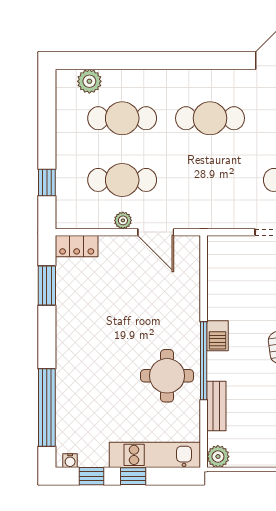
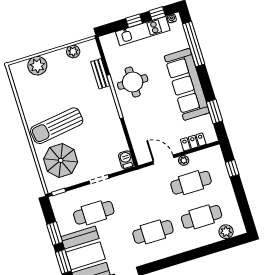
locker: (77, 246) -> (193, 142), moved
barbecue: (217, 336) -> (126, 160), moved
sofa: (79, 344) -> (187, 84), added
kitchen unit: (155, 455) -> (143, 31), moved
plant: (218, 457) -> (73, 52), moved

